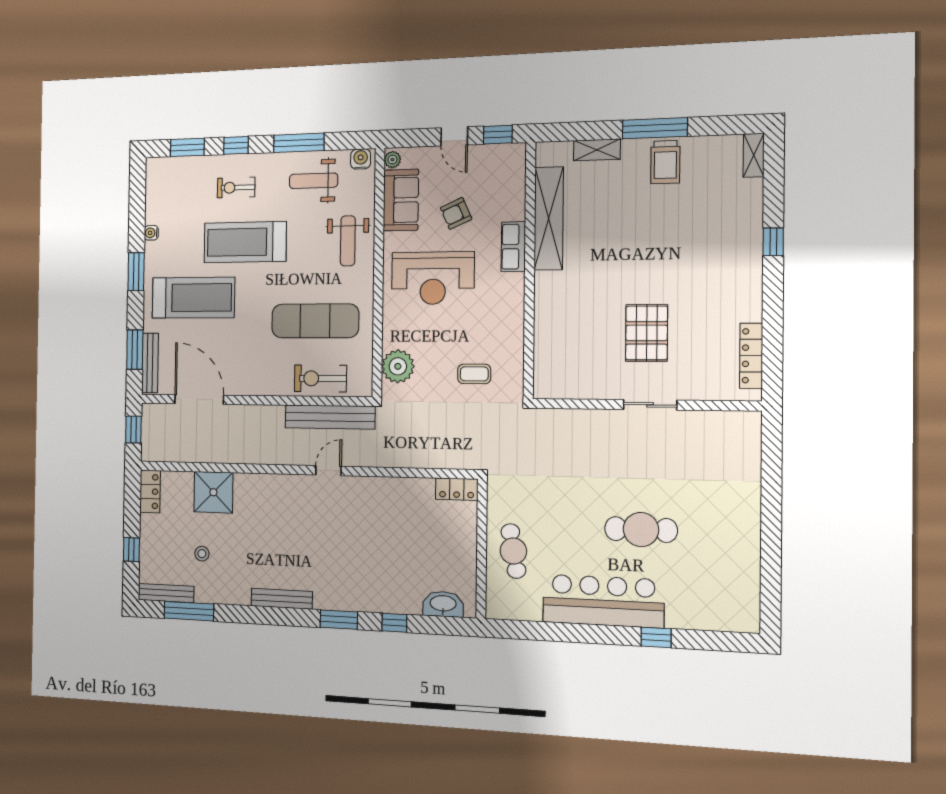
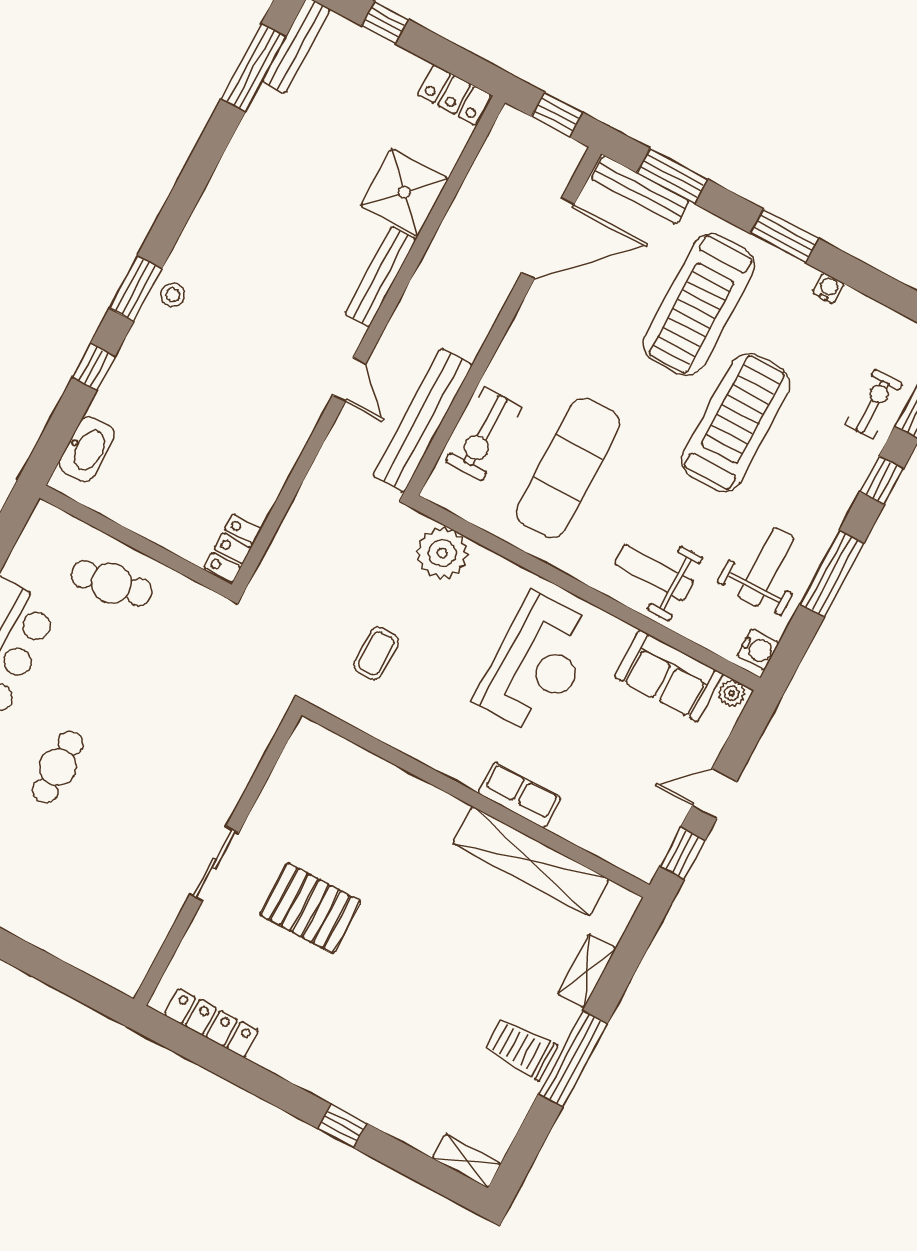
exercise bike: (236, 188) -> (874, 404), moved
armchair: (456, 213) -> (608, 742), removed
reception desk: (433, 278) -> (537, 664), turned 180
exercise bike: (320, 378) -> (483, 434), turned 180
cafe table: (641, 530) -> (58, 767), width x0.73, depth x0.74
stool: (202, 554) -> (173, 295), moved
bench: (282, 599) -> (380, 277), moved

